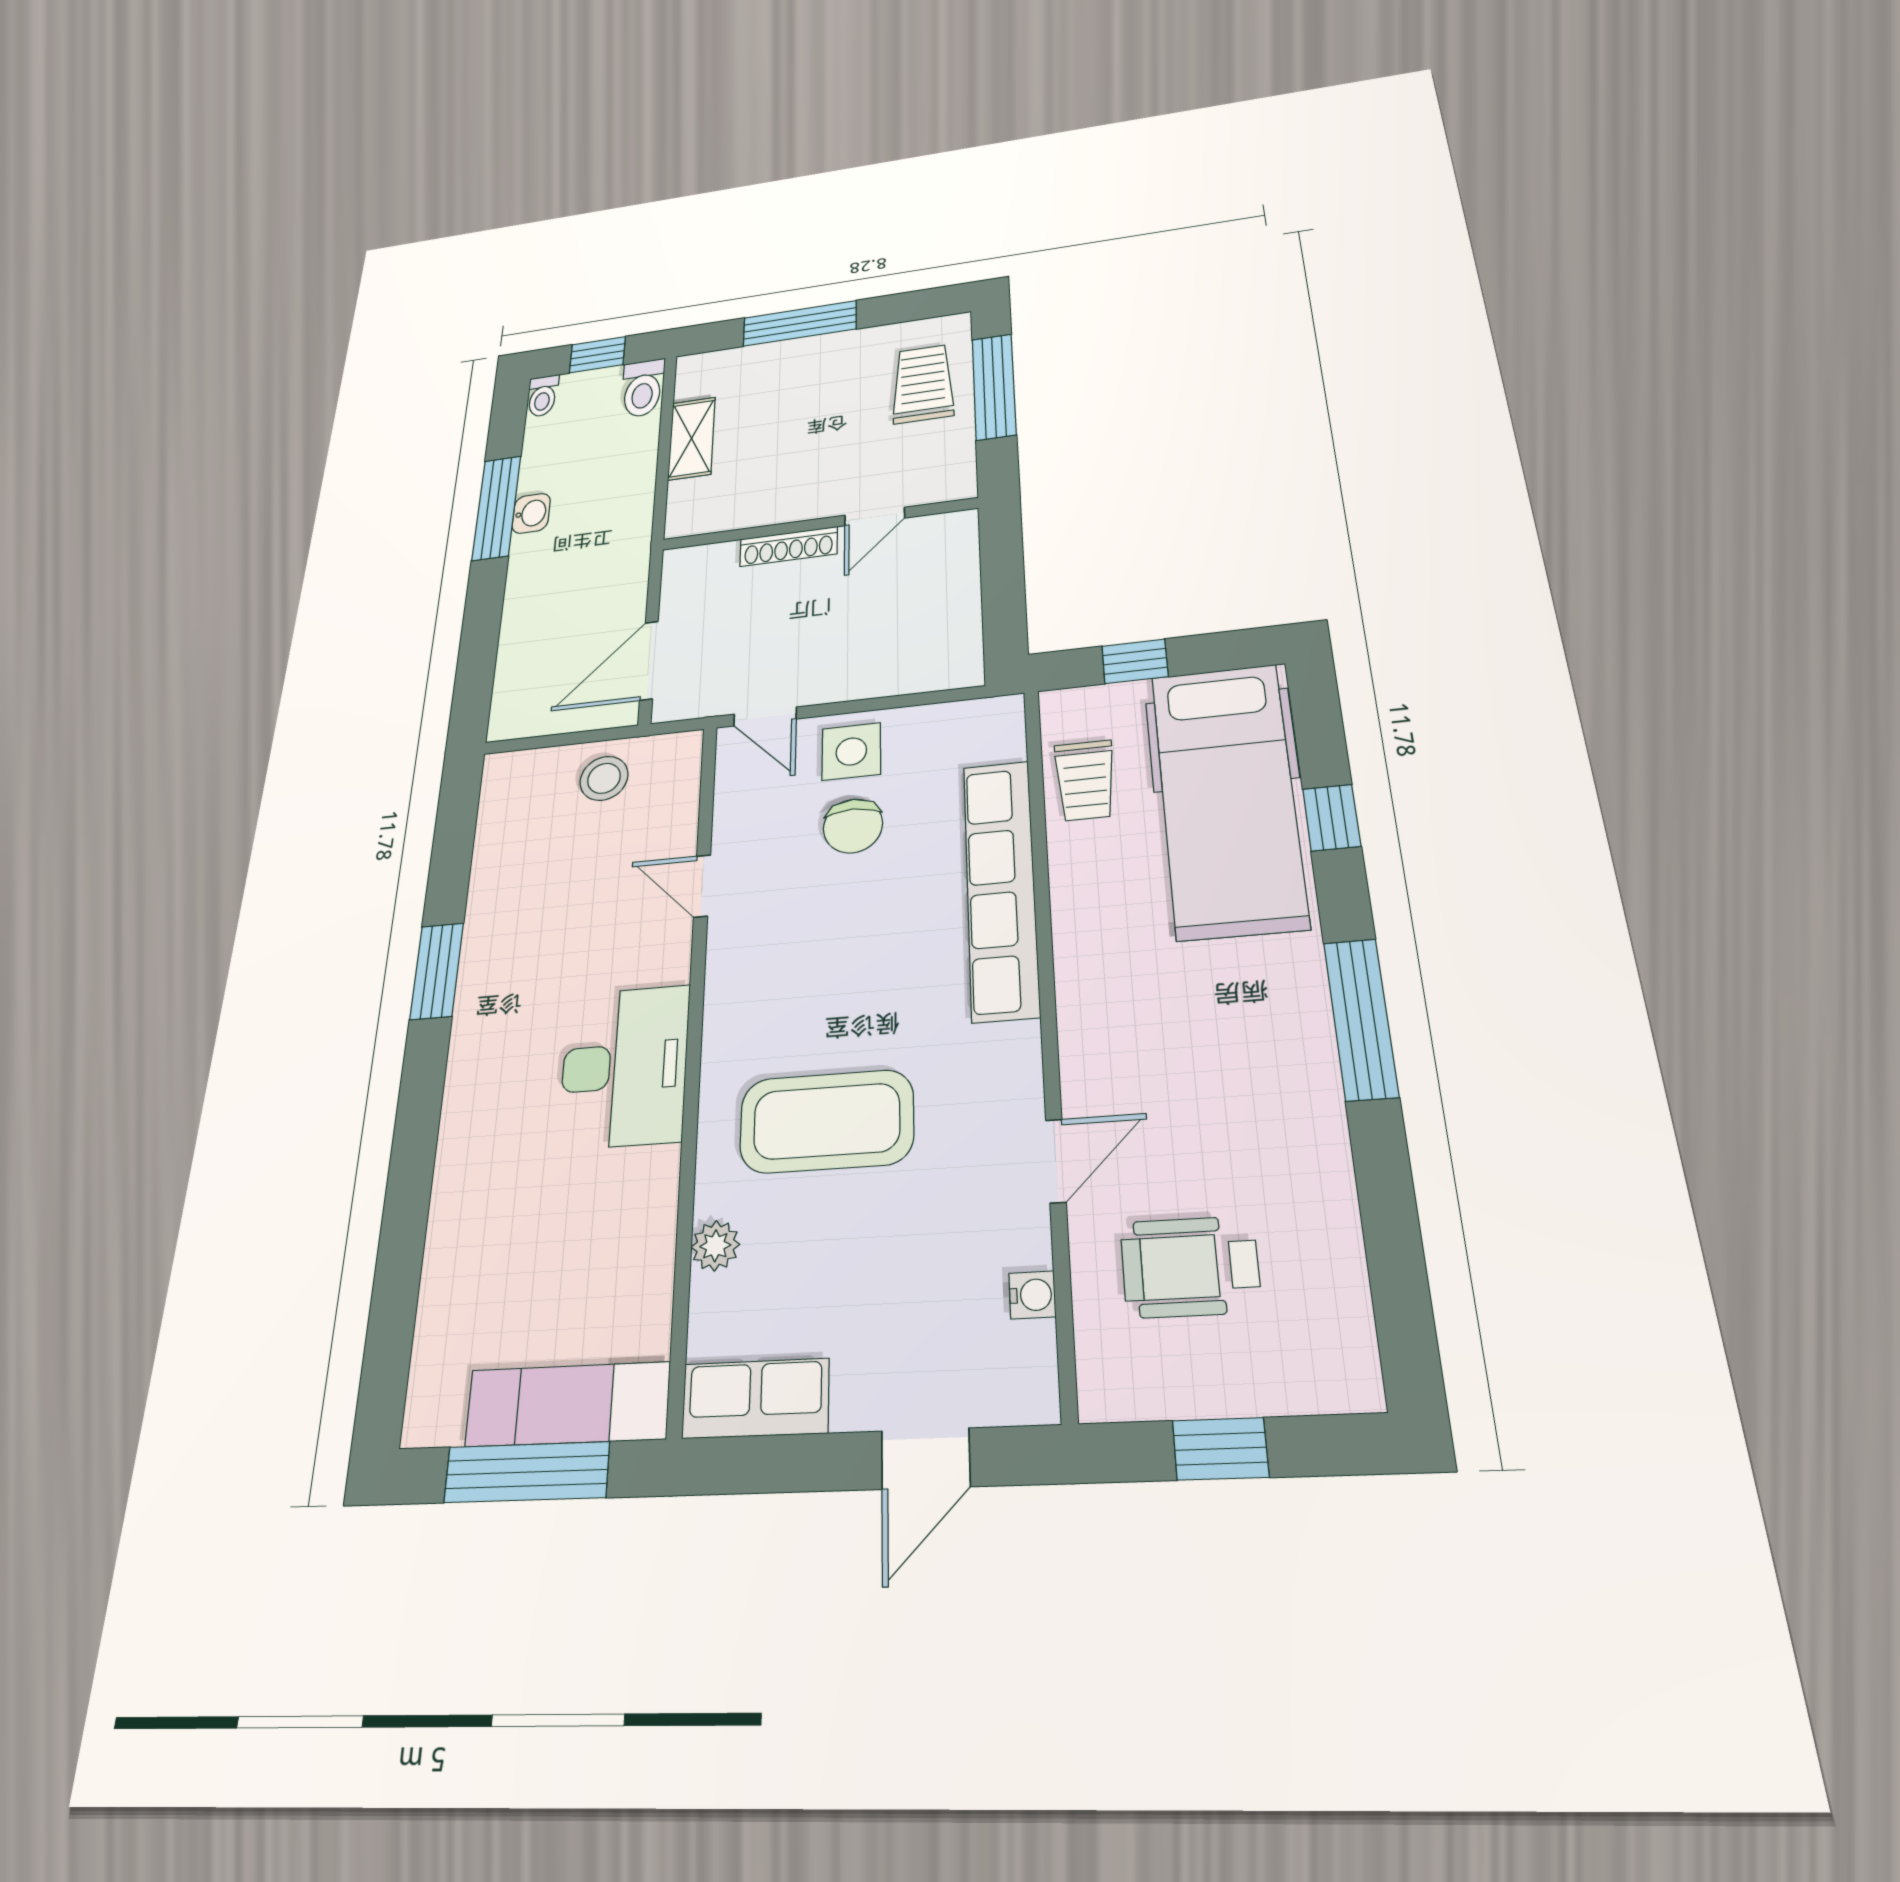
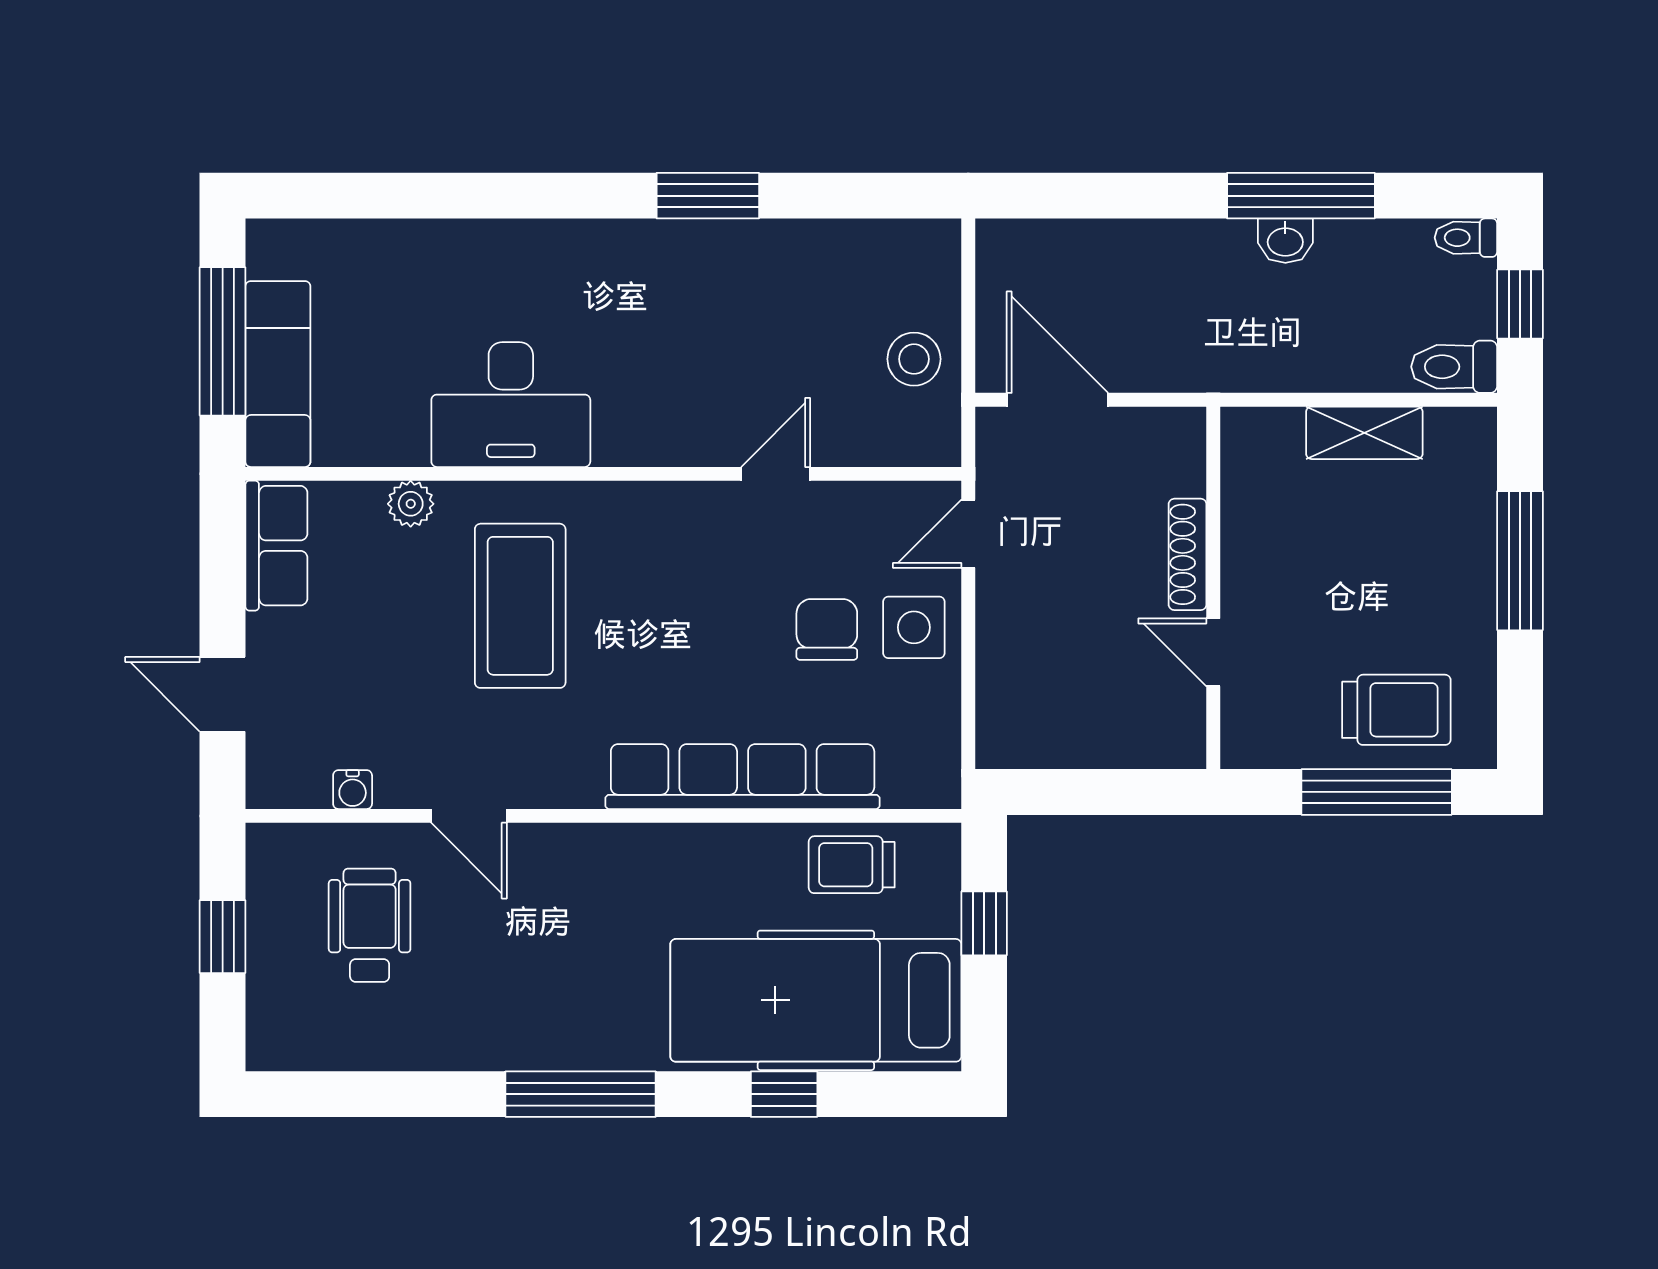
chair: (853, 826) -> (827, 629), turned 90
desk: (624, 1066) -> (511, 405), moved

